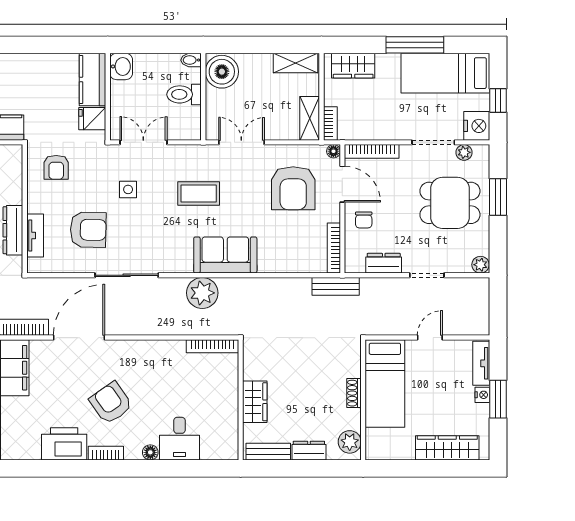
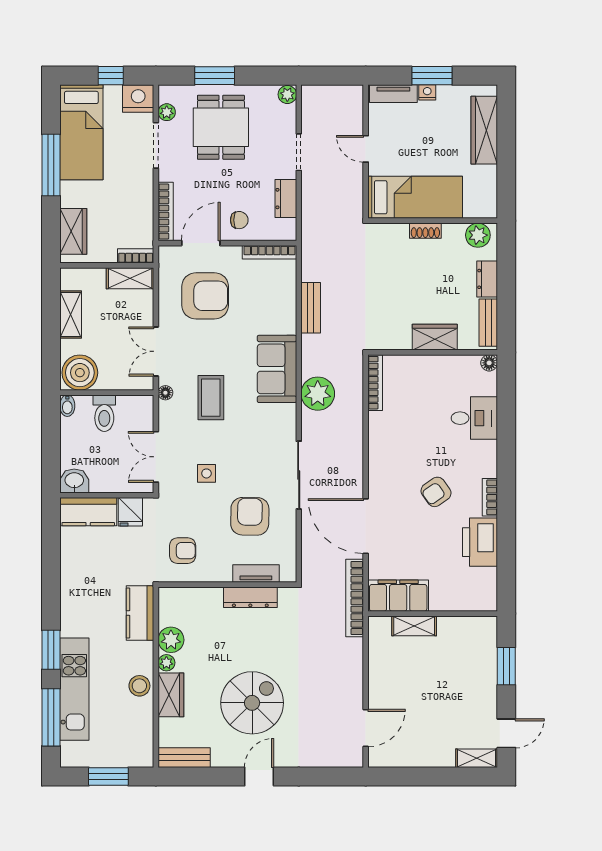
shelving: (296, 63) -> (71, 314), moved
floor lamp: (333, 151) -> (165, 393), moved
bench: (336, 286) -> (311, 308), moved
armchair: (111, 403) -> (436, 492), width x0.72, depth x0.72
floor lamp: (150, 452) -> (489, 363), moved

